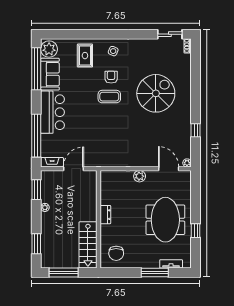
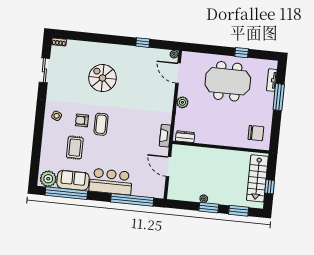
sliding door: (170, 34) -> (44, 70), moved
rug: (85, 56) -> (75, 148), moved, turned 90
spiral stairs: (156, 93) -> (102, 78), width x0.73, depth x0.73
fireplace: (52, 162) -> (165, 136), moved
door: (169, 169) -> (178, 73), hinge flipped
window: (36, 190) -> (209, 208), moved
dresser: (105, 215) -> (185, 137), moved
stairs: (88, 245) -> (257, 178), moved, turned 90
window: (64, 273) -> (270, 187), width x0.46

